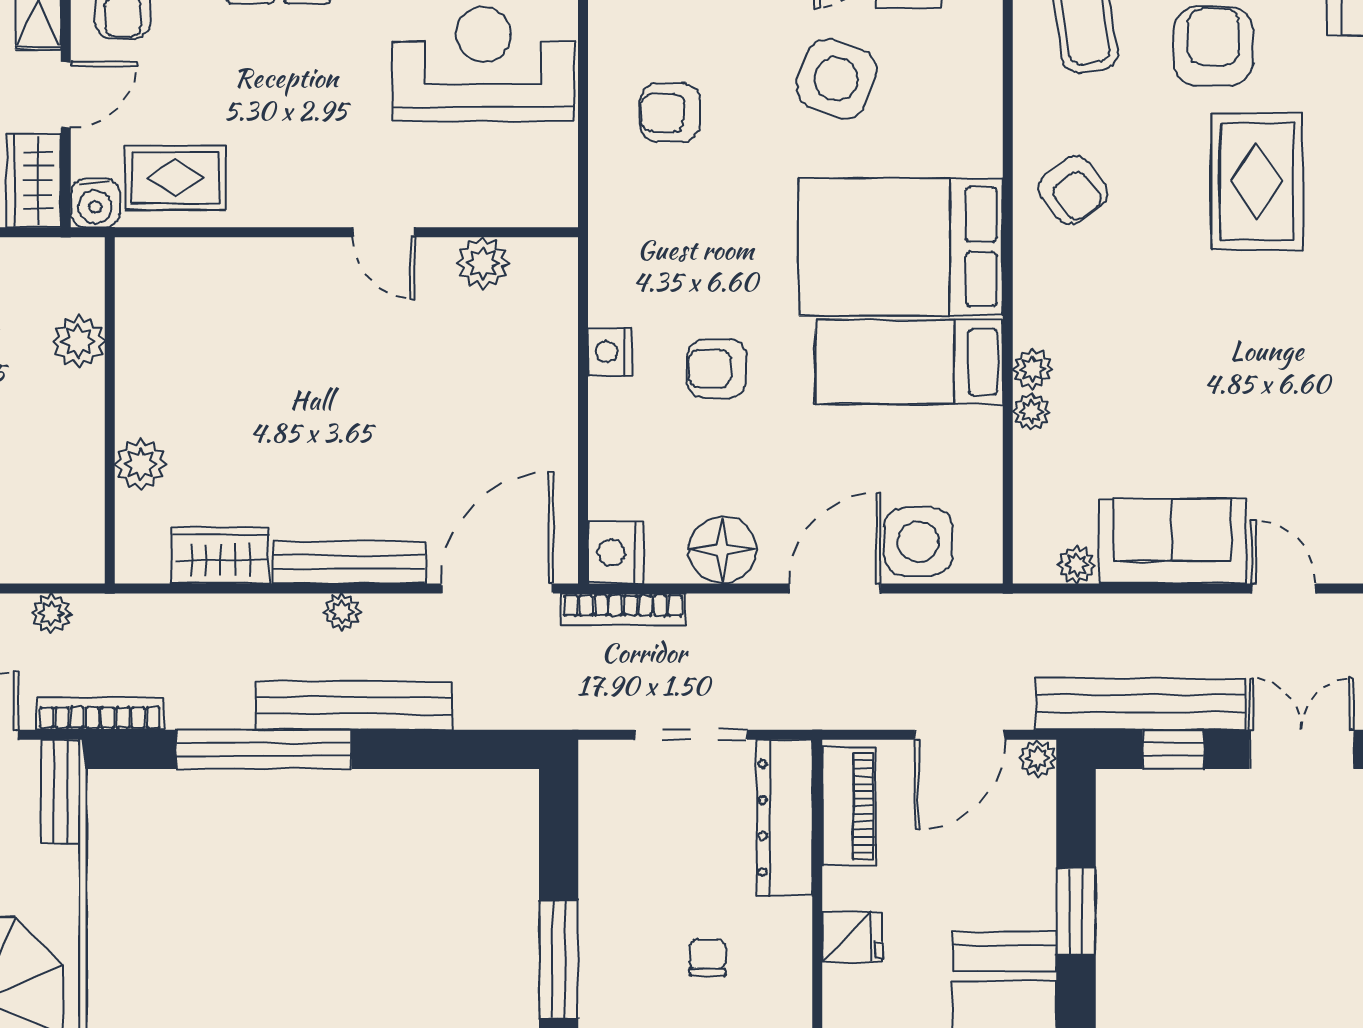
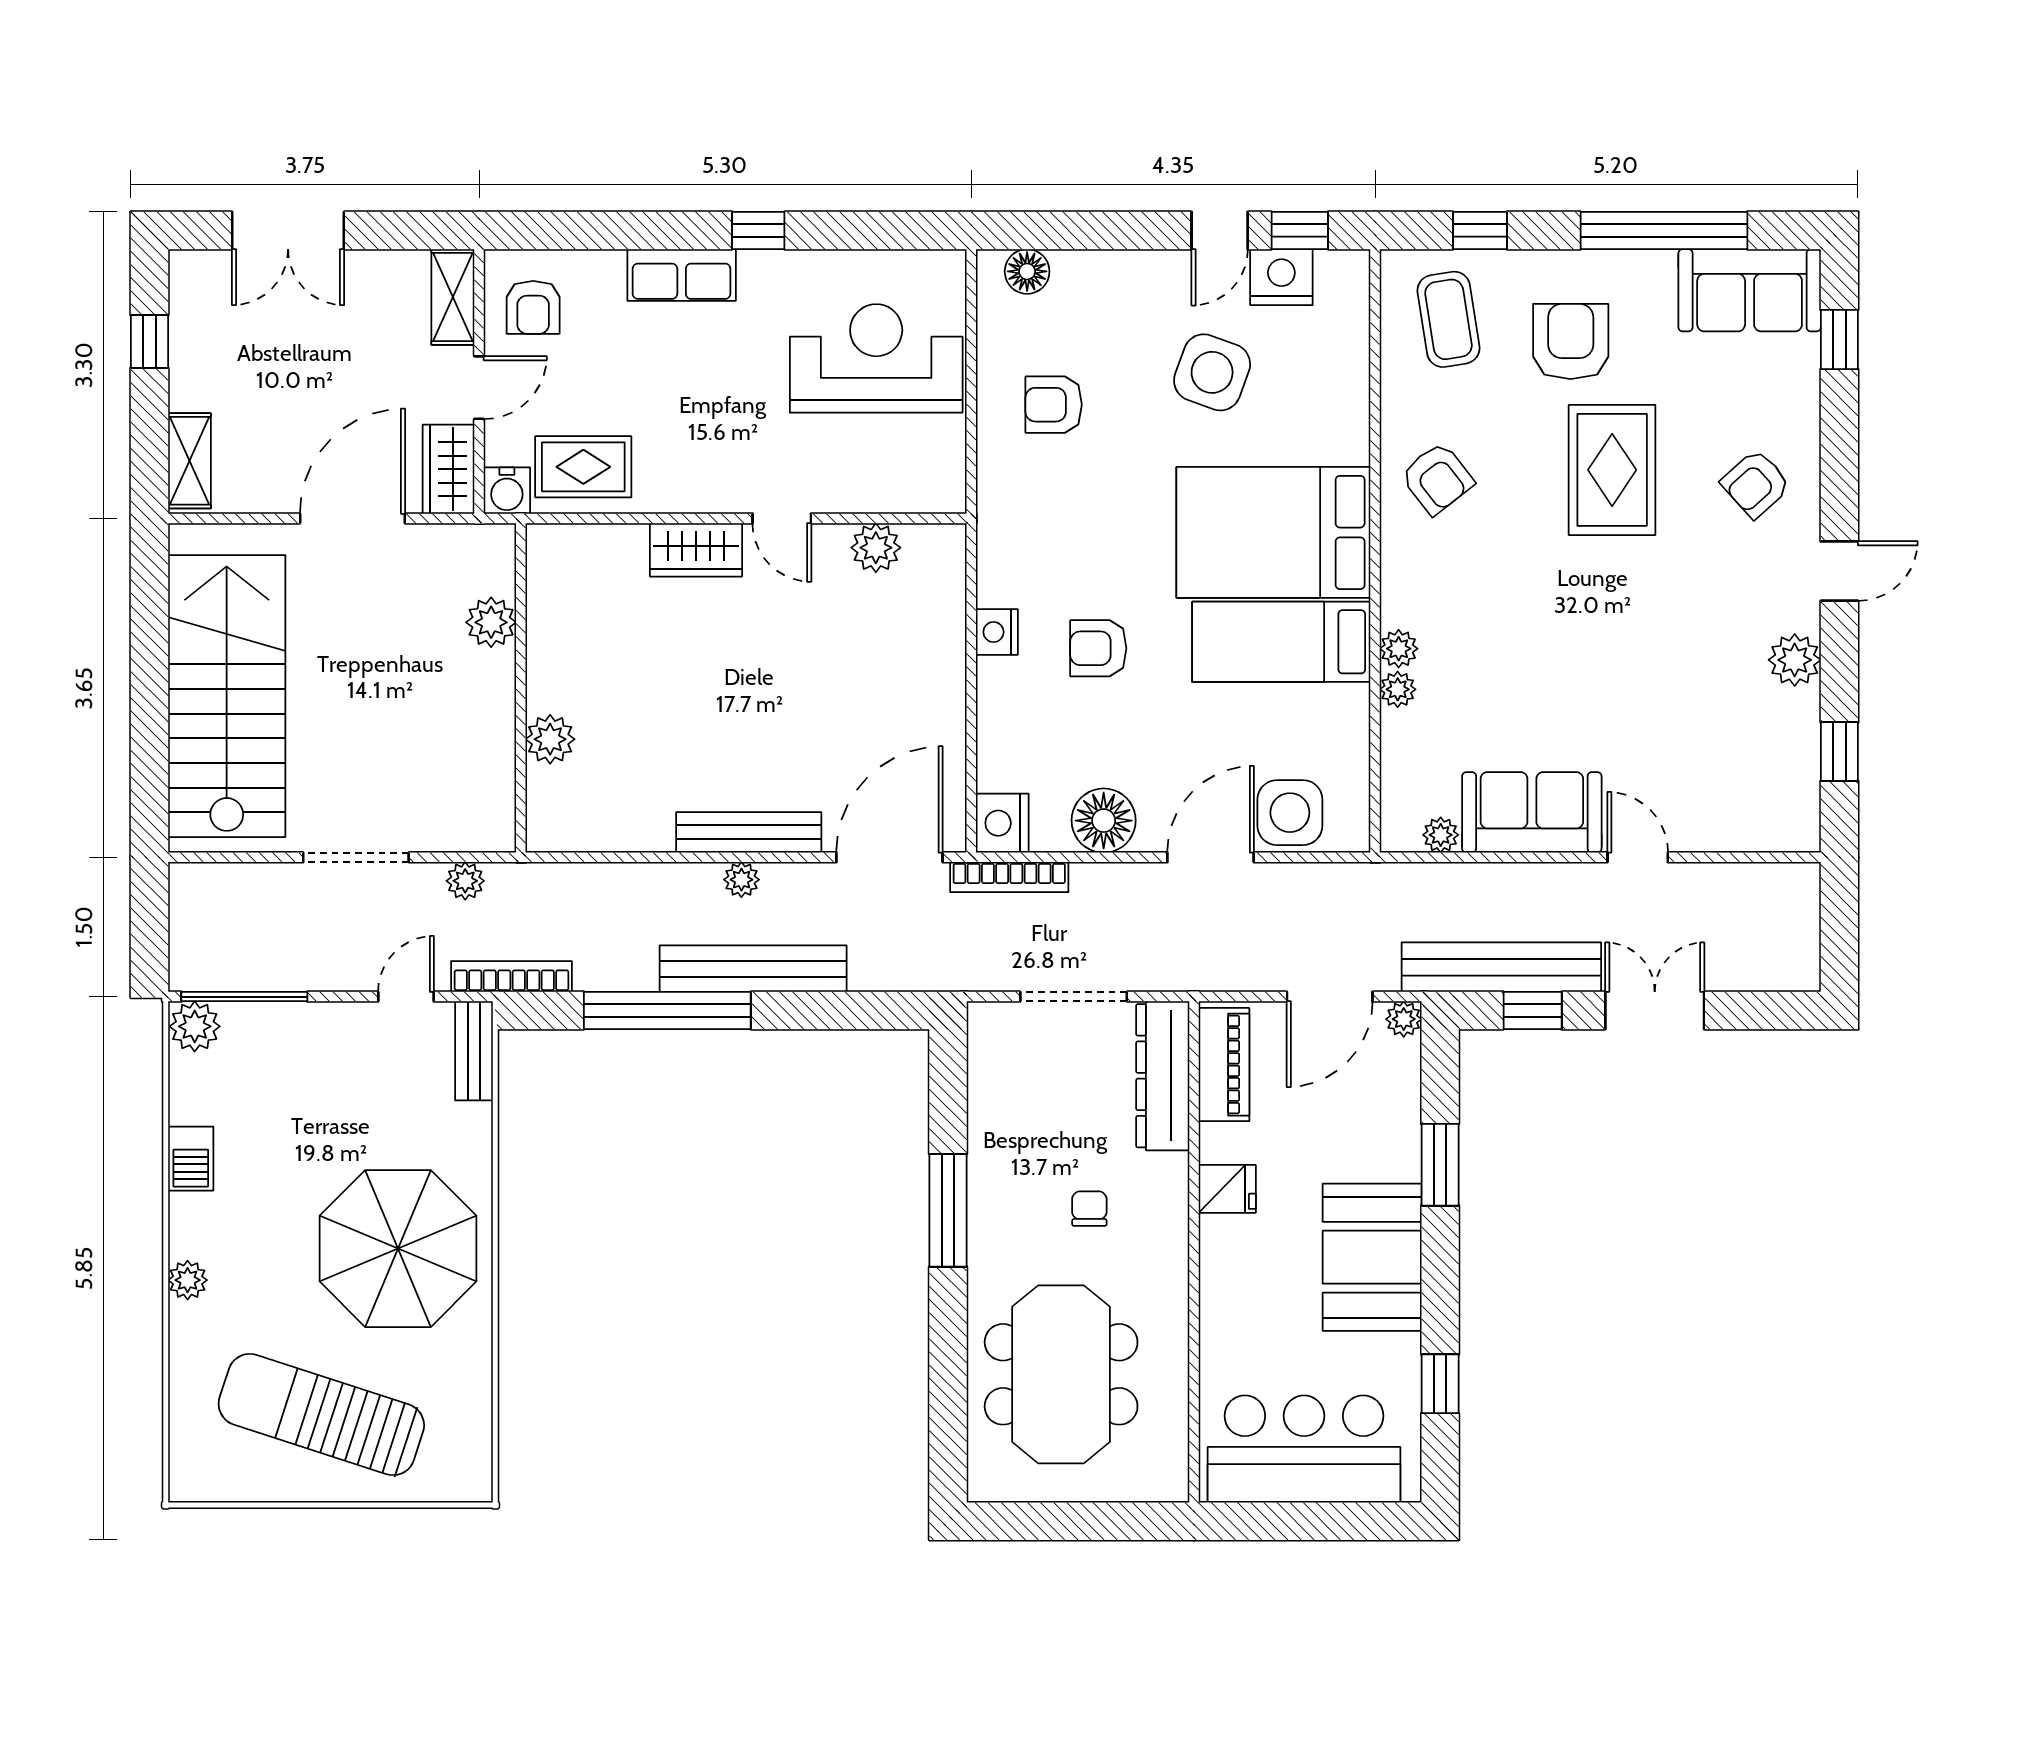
wardrobe: (221, 555) -> (696, 550), moved, turned 180

